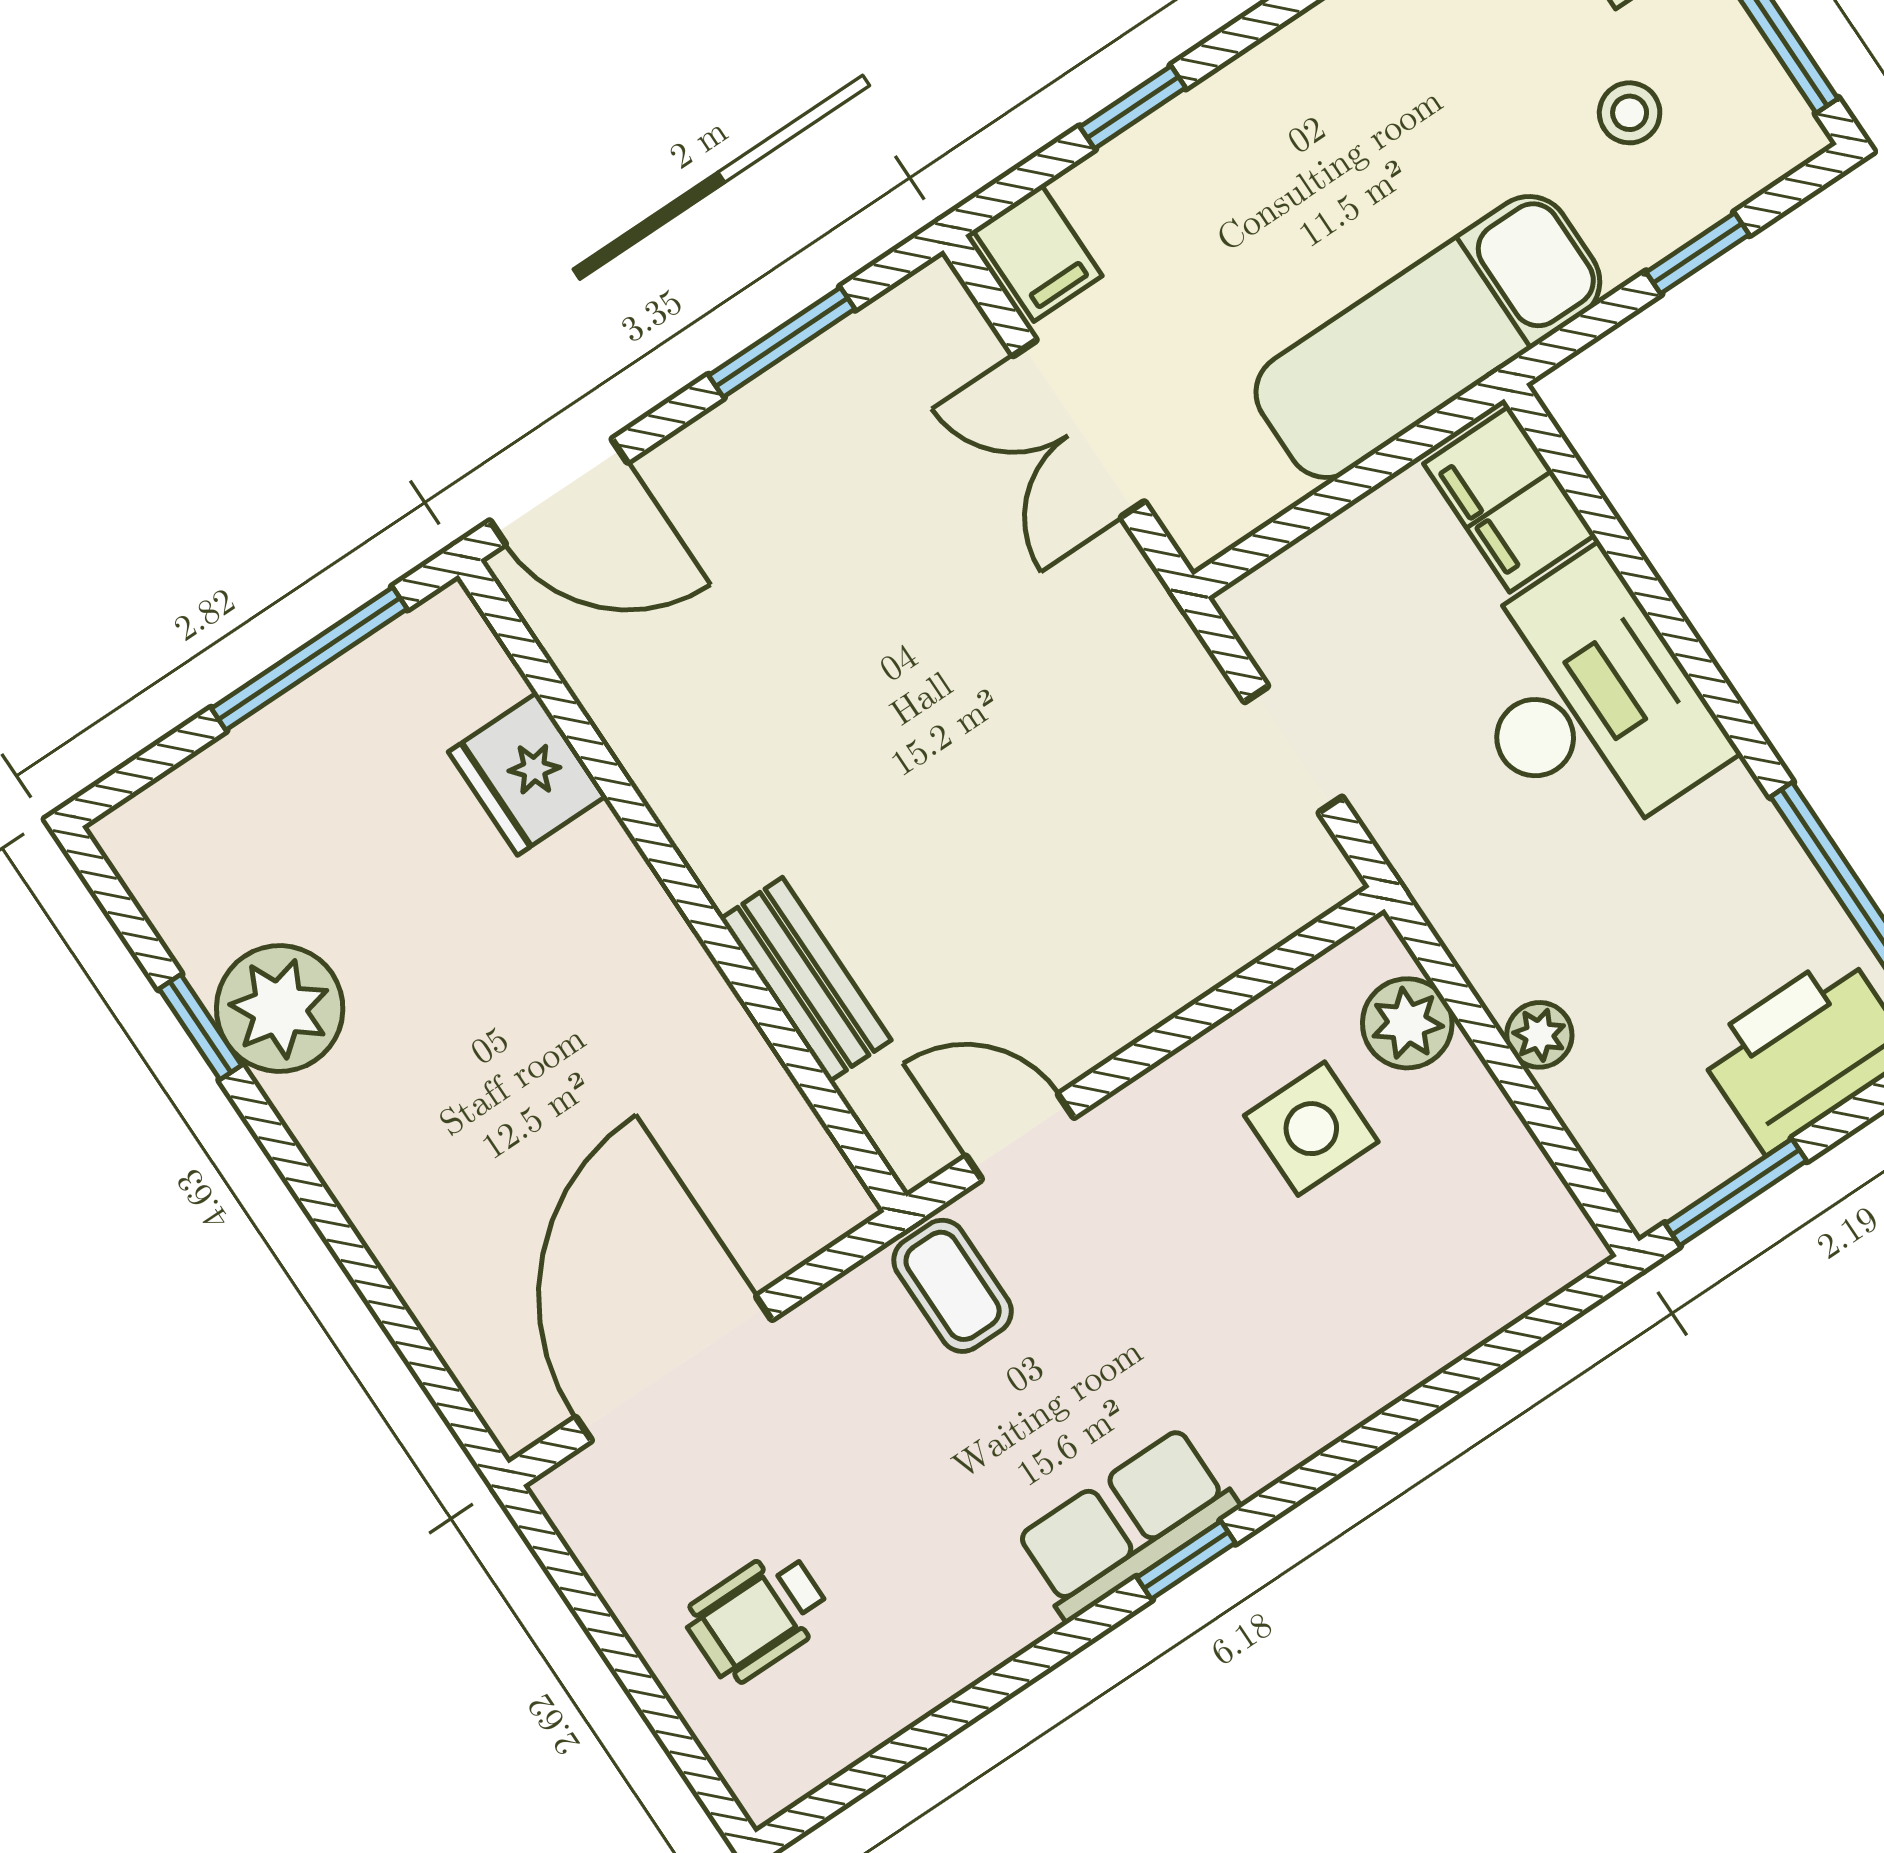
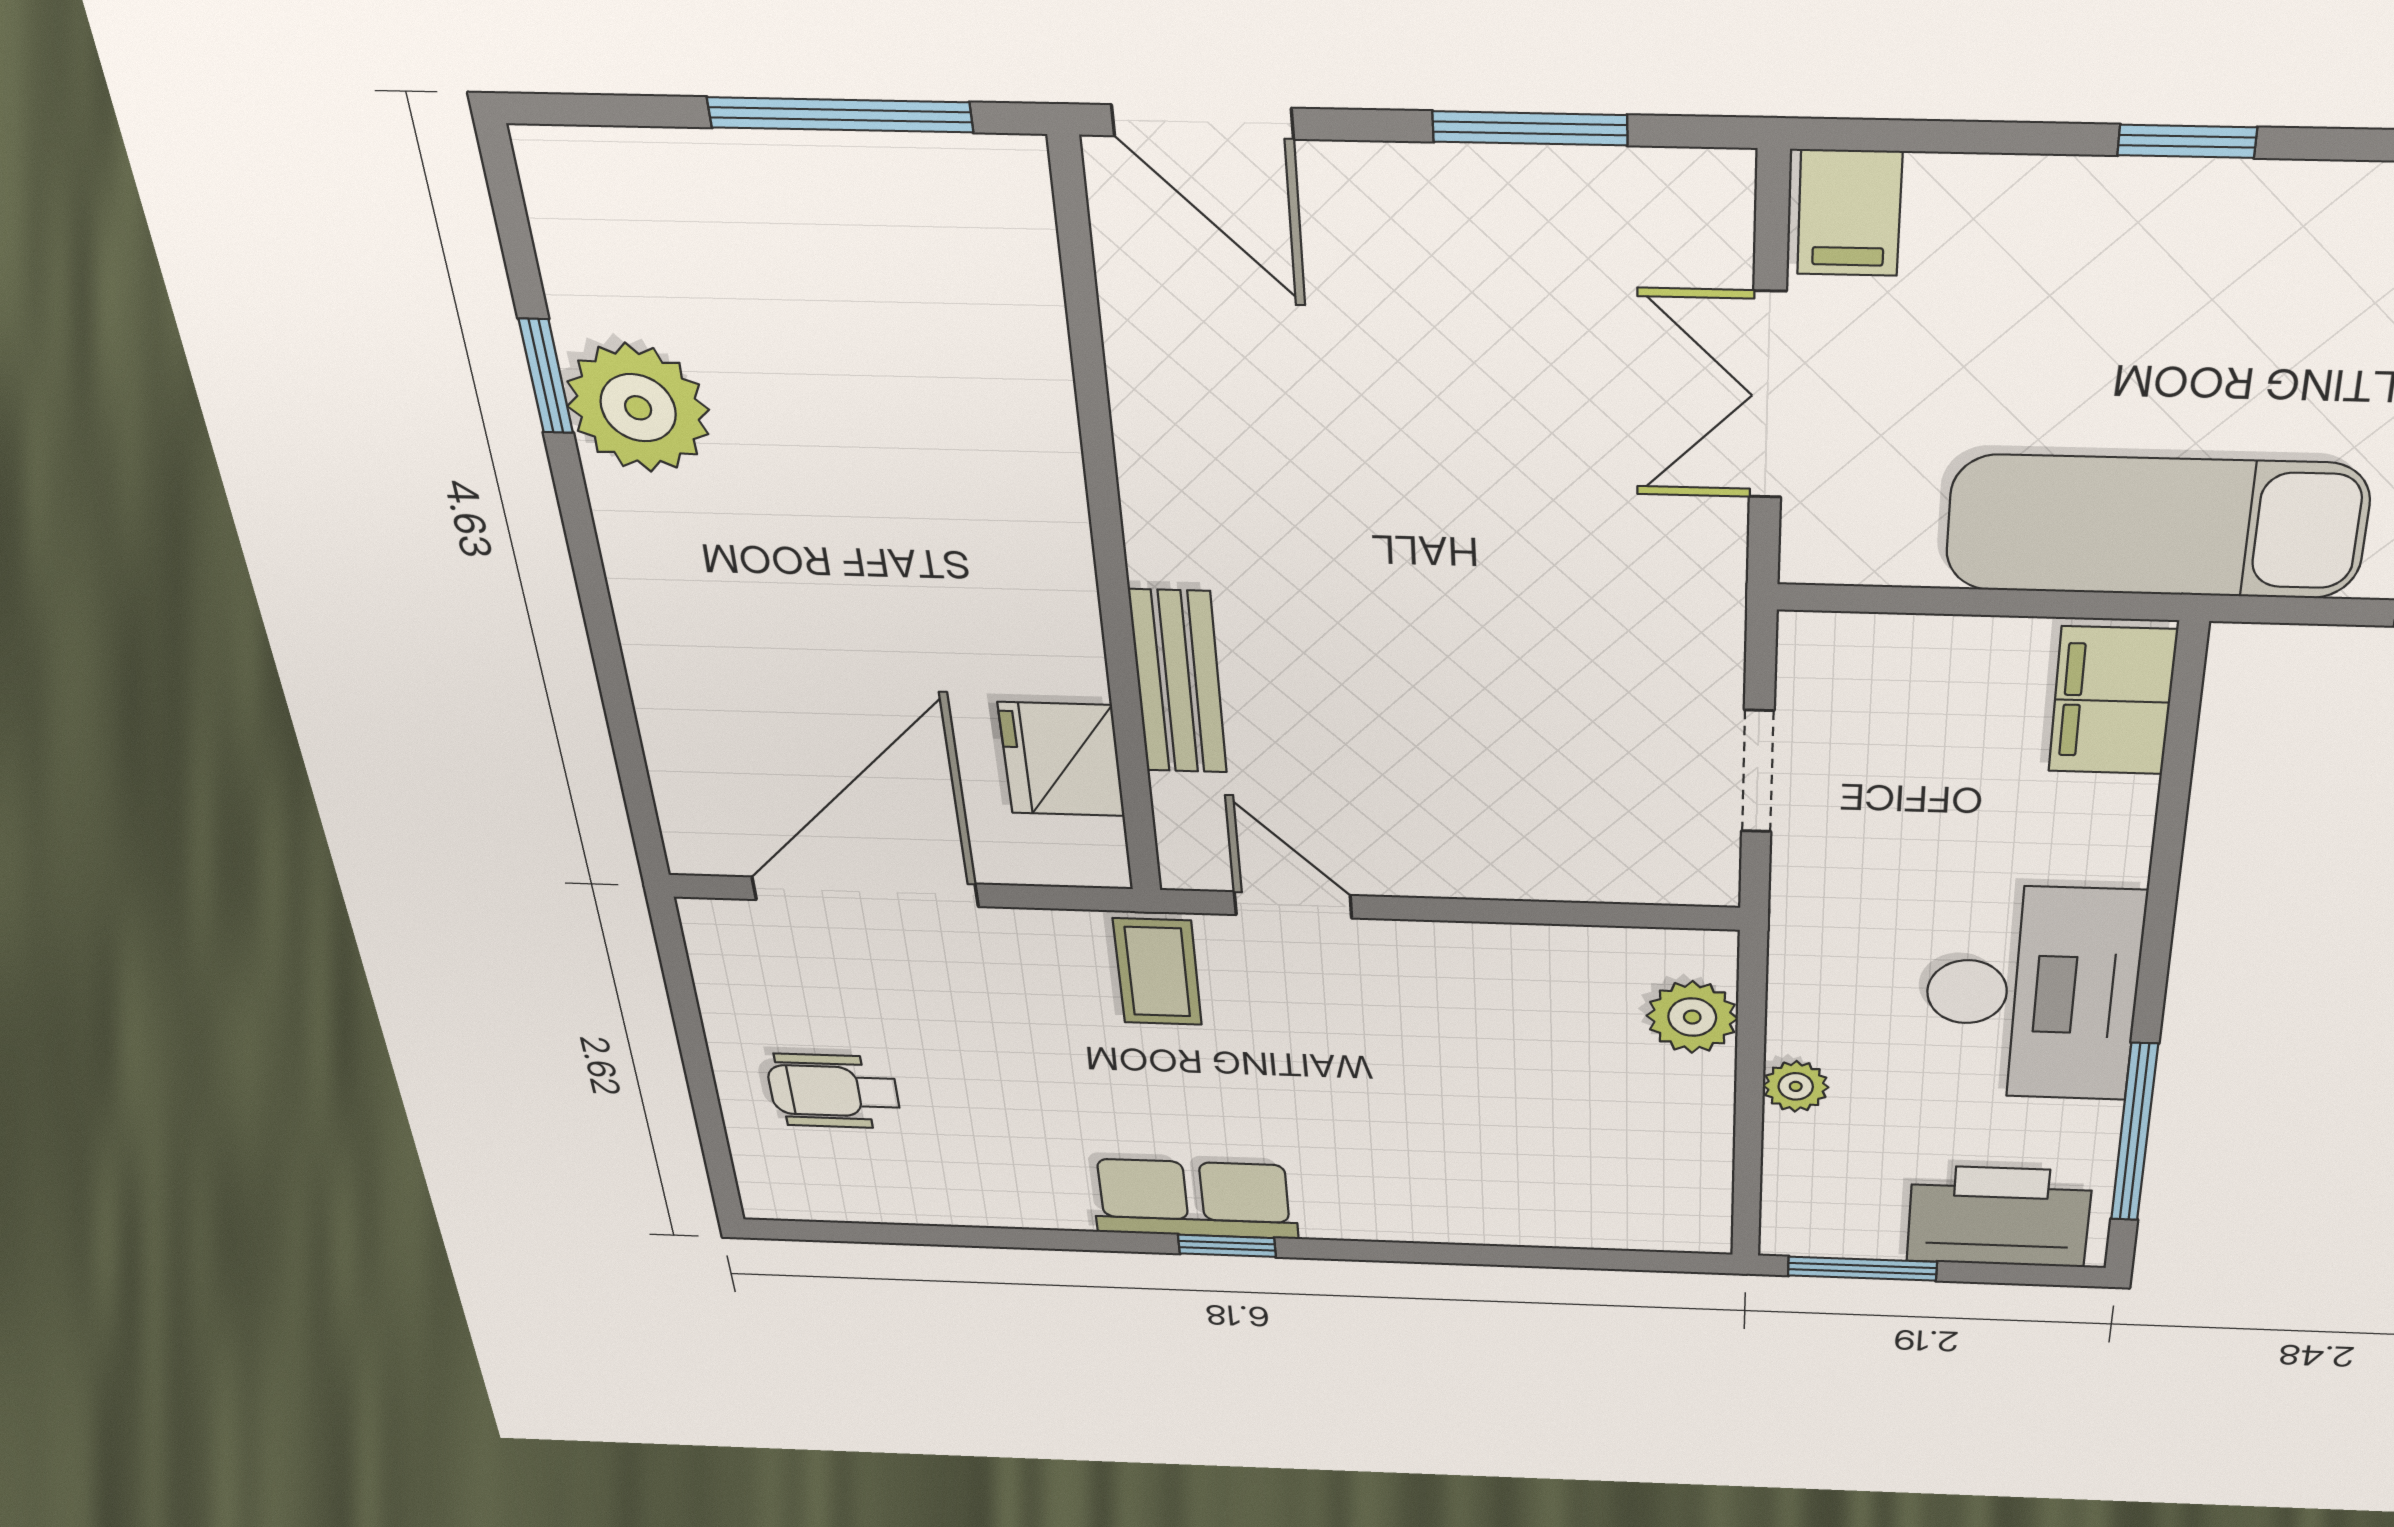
window: (1133, 107) -> (2187, 141), moved
desk: (1587, 703) -> (2032, 994), moved
fridge: (527, 774) -> (1062, 759), moved
side table: (1311, 1129) -> (1552, 1040), removed

